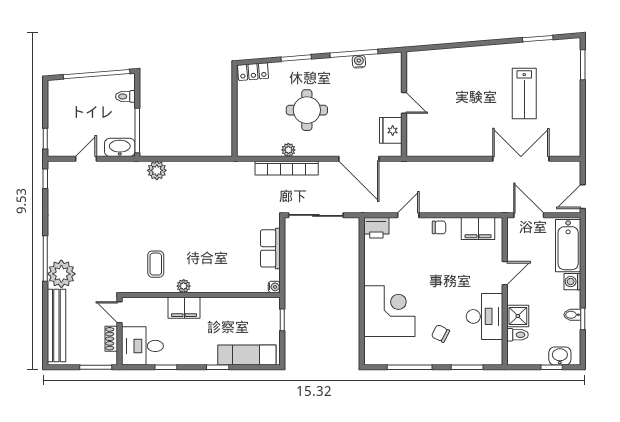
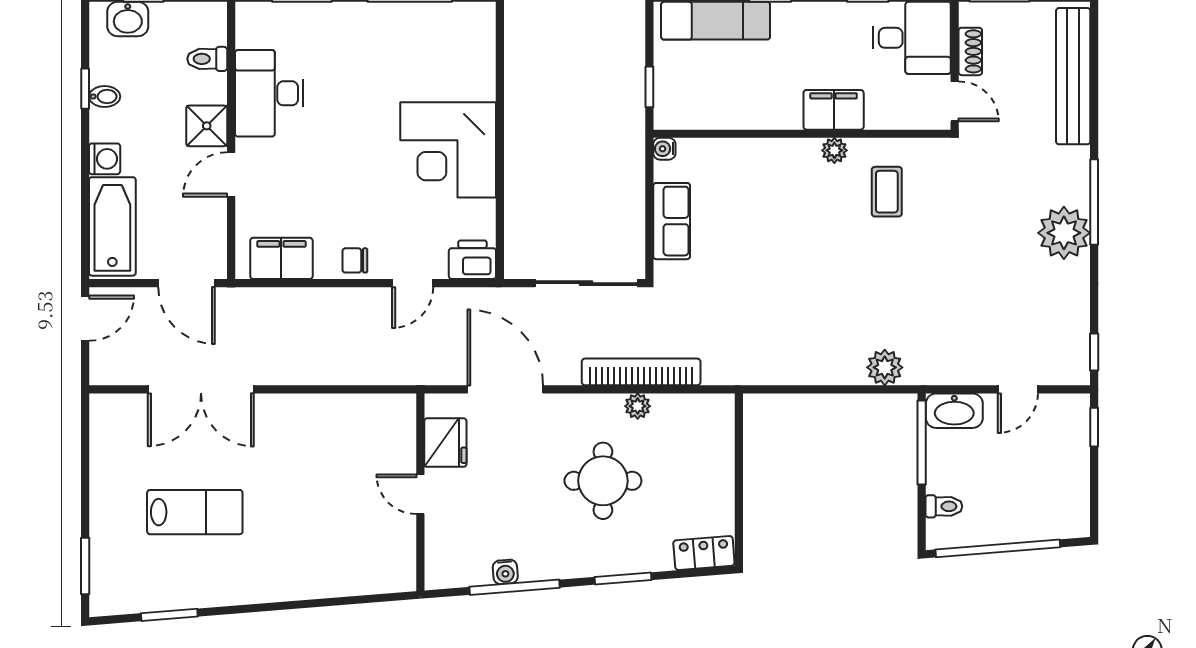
lab bench: (524, 93) -> (195, 512), turned 90
plant: (61, 274) -> (1064, 233), moved
corner desk: (389, 311) -> (448, 150), moved
shower: (518, 316) -> (207, 126), moved
chair: (441, 333) -> (352, 61), removed

